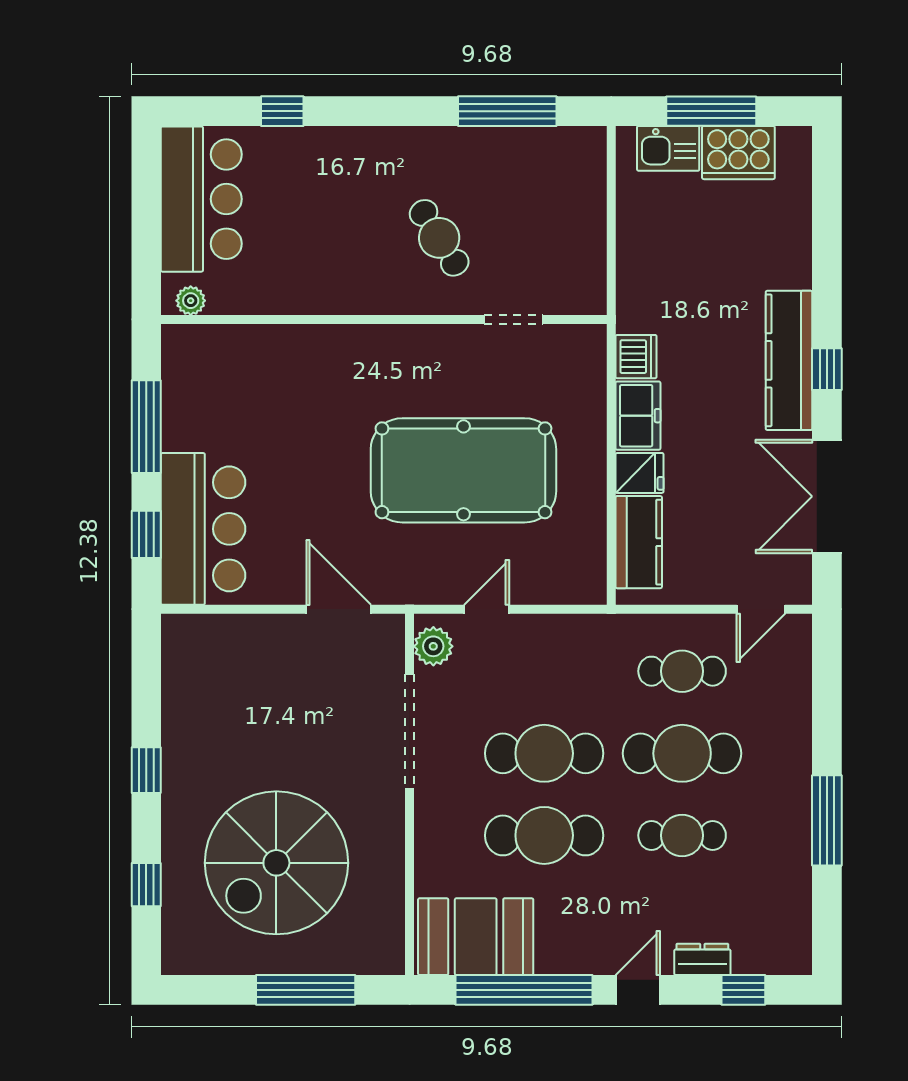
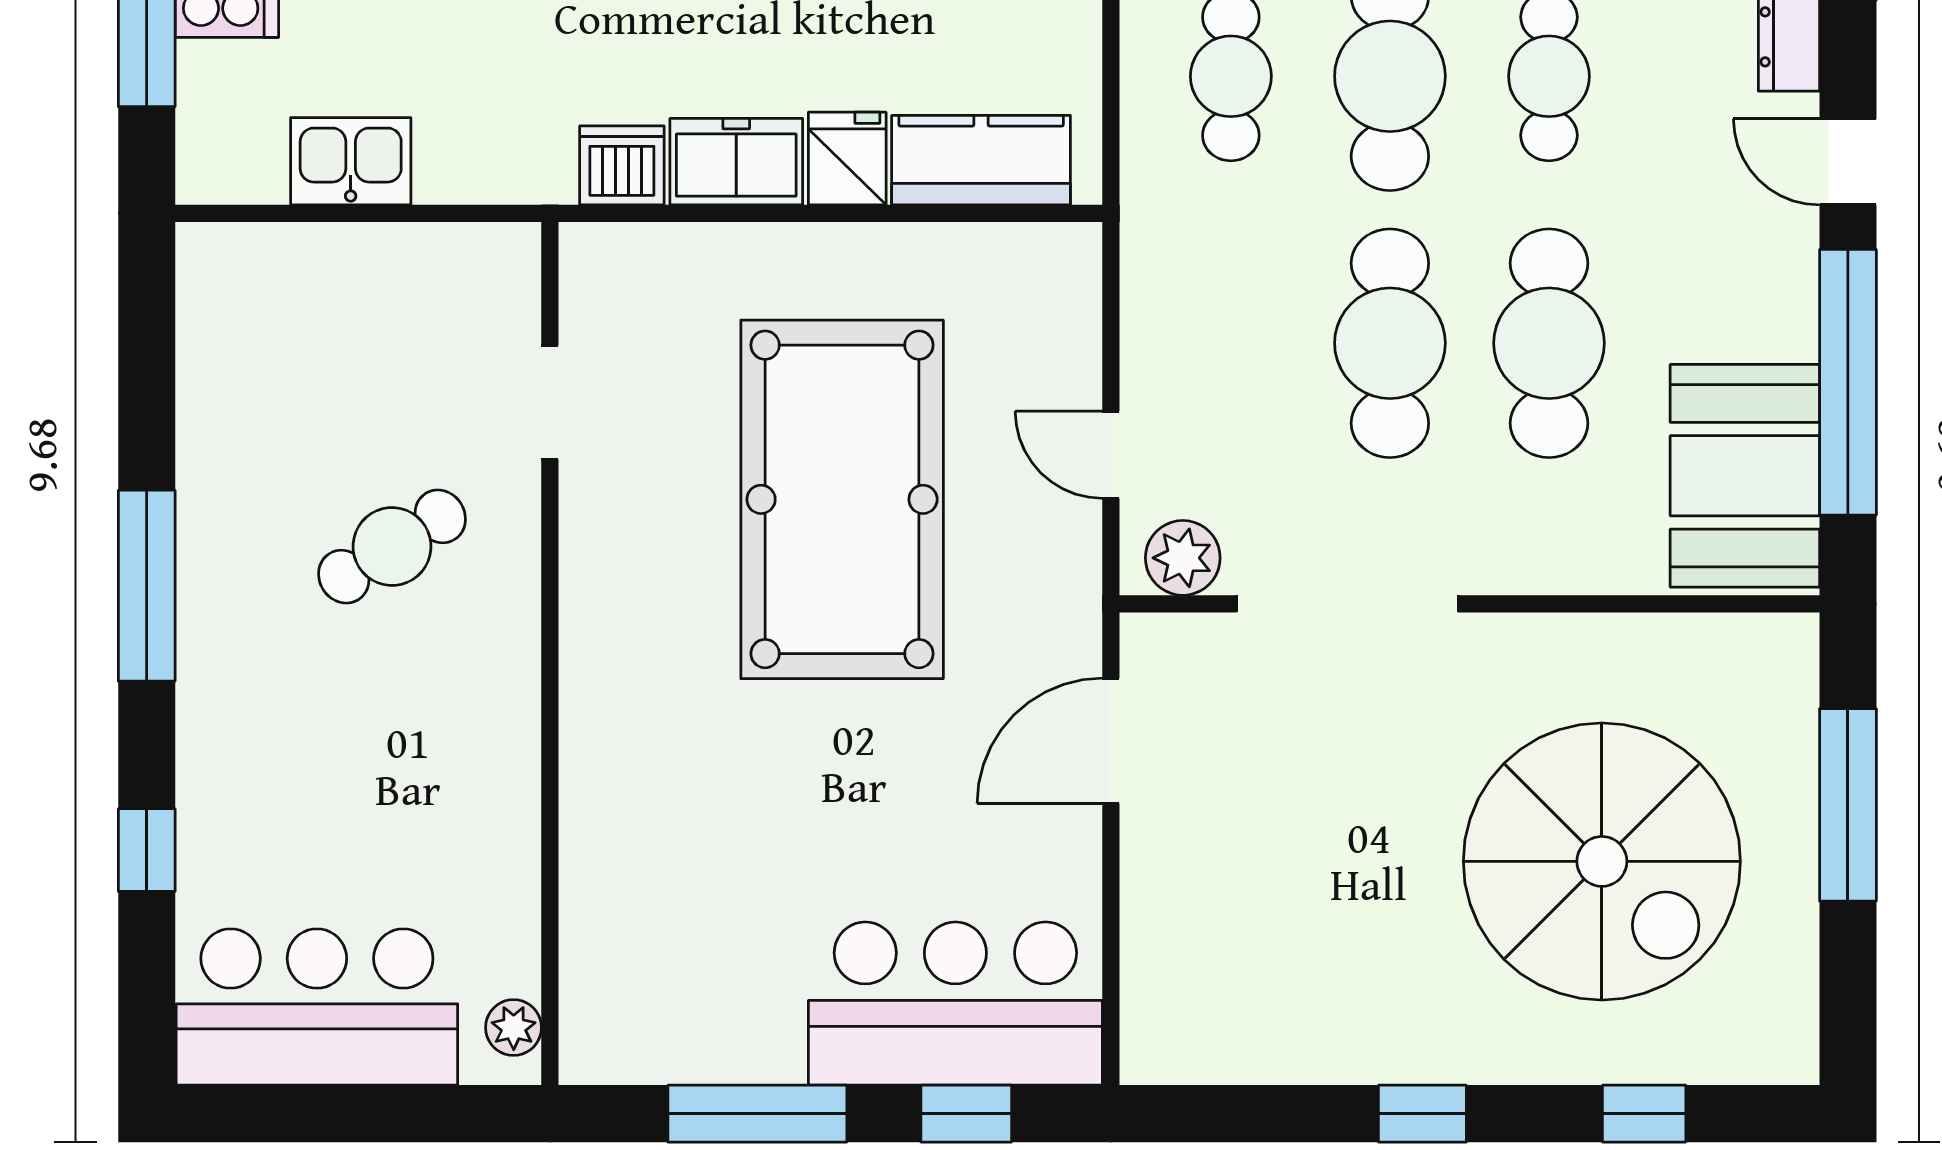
window: (507, 111) -> (147, 586), moved
kitchen sink: (668, 148) -> (351, 161), moved, turned -90

